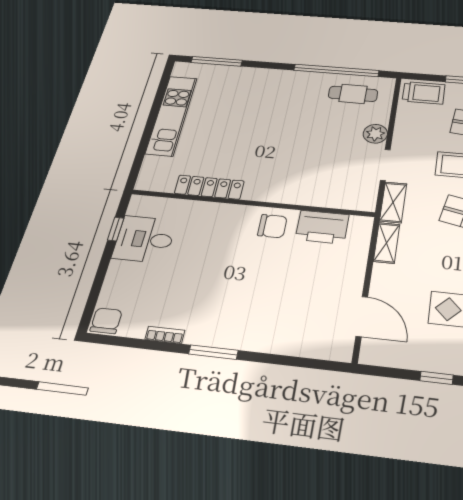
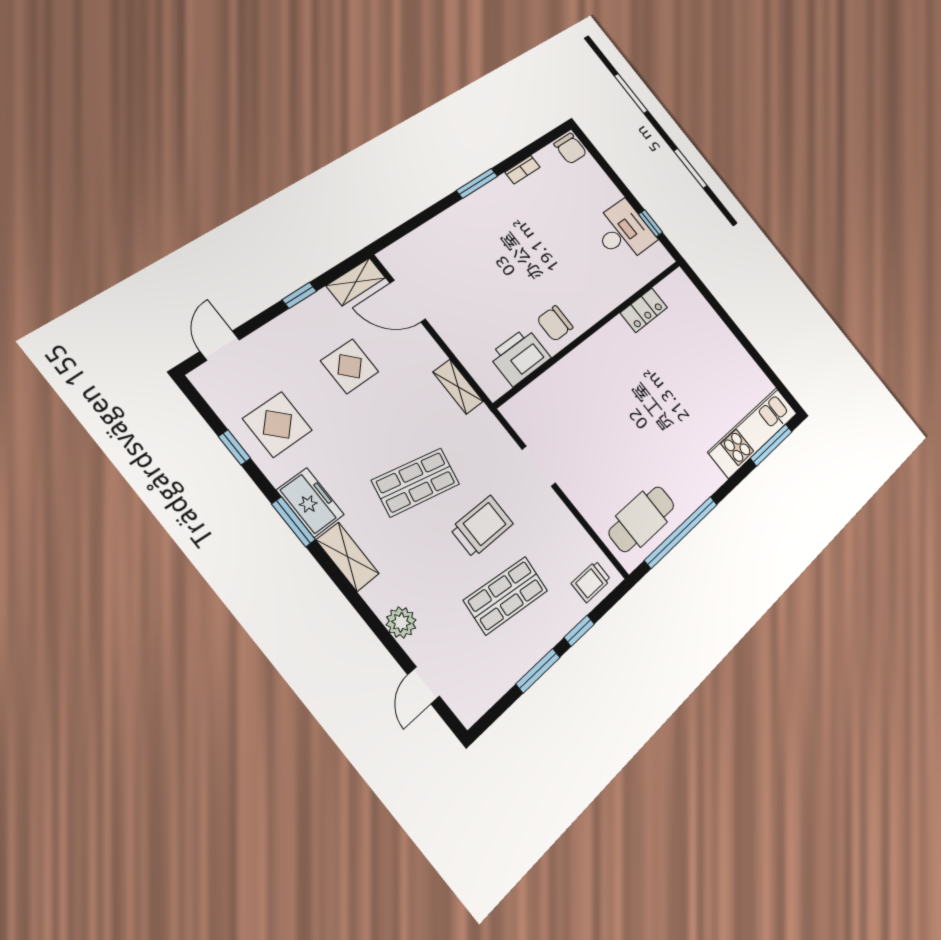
trolley: (424, 93) -> (591, 582), width x0.73, depth x0.72
cafe table: (353, 94) -> (642, 519), width x1.37, depth x1.35
kitchen unit: (172, 115) -> (753, 432), moved, turned 90
plant: (375, 134) -> (580, 492), removed
locker: (209, 187) -> (644, 310), width x0.66
shelving: (393, 202) -> (356, 282), moved, turned 90

